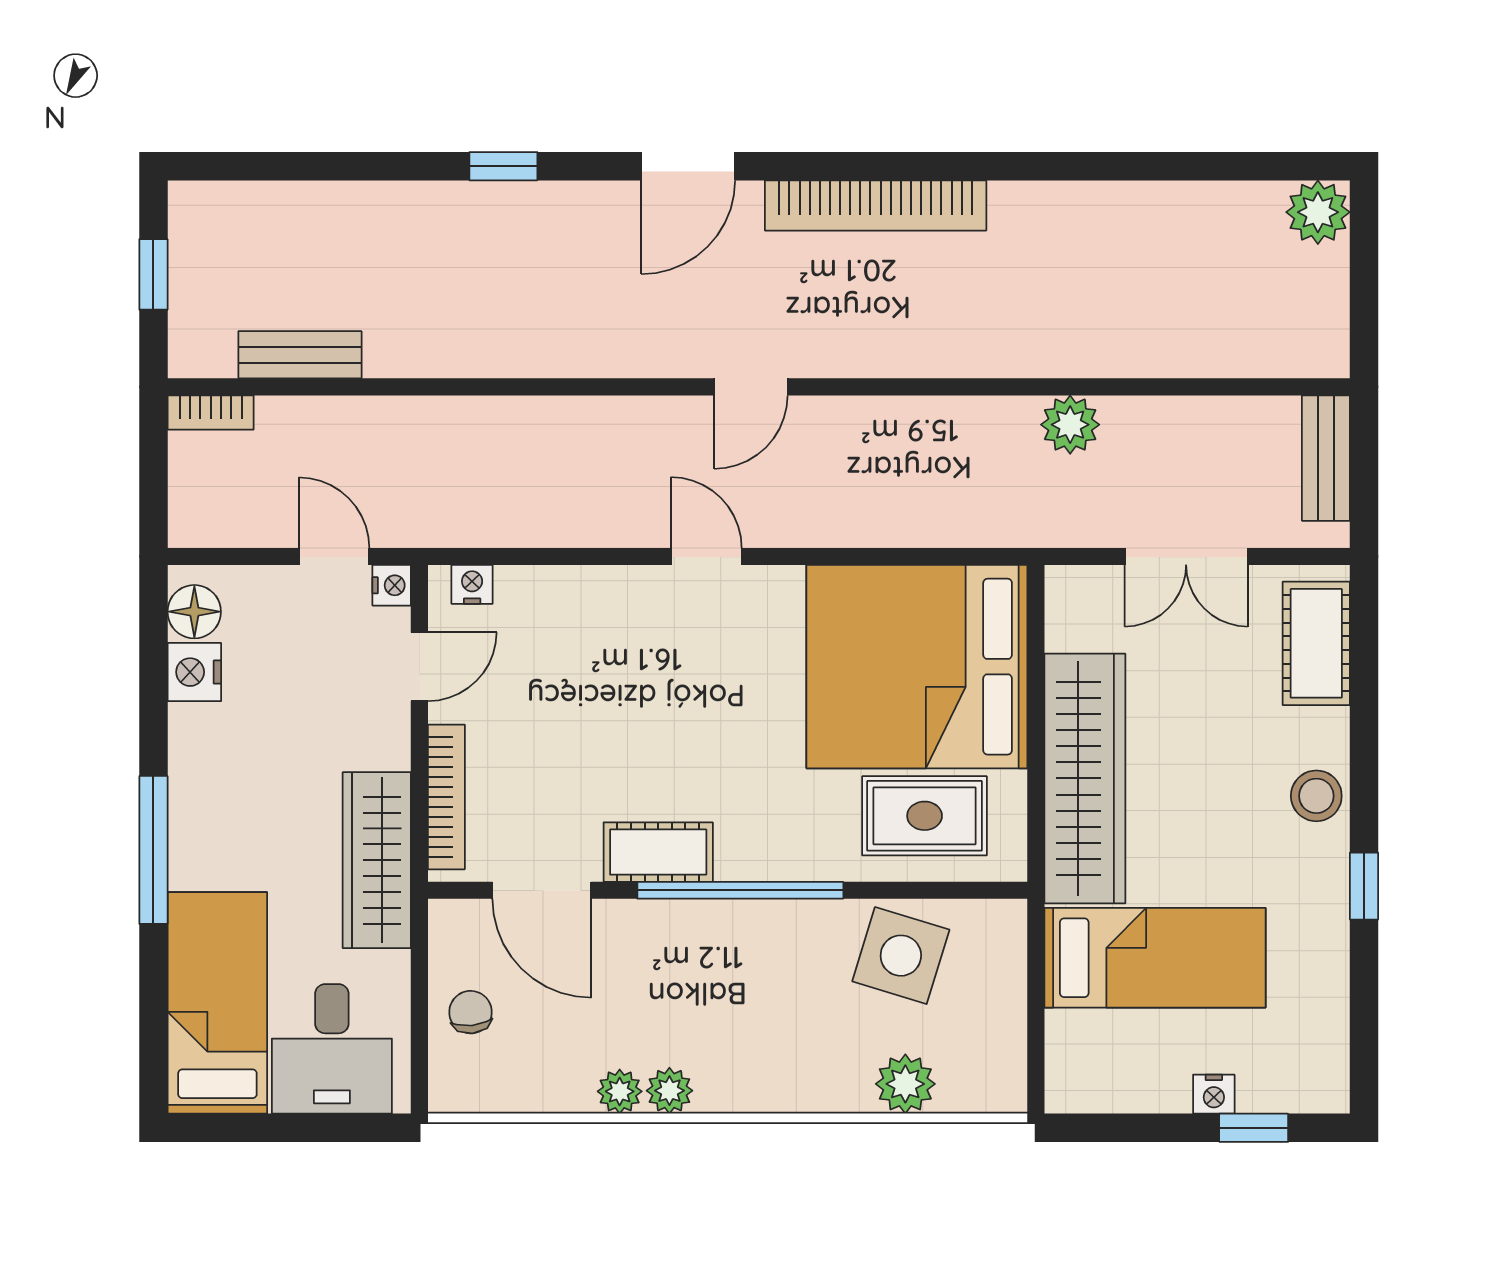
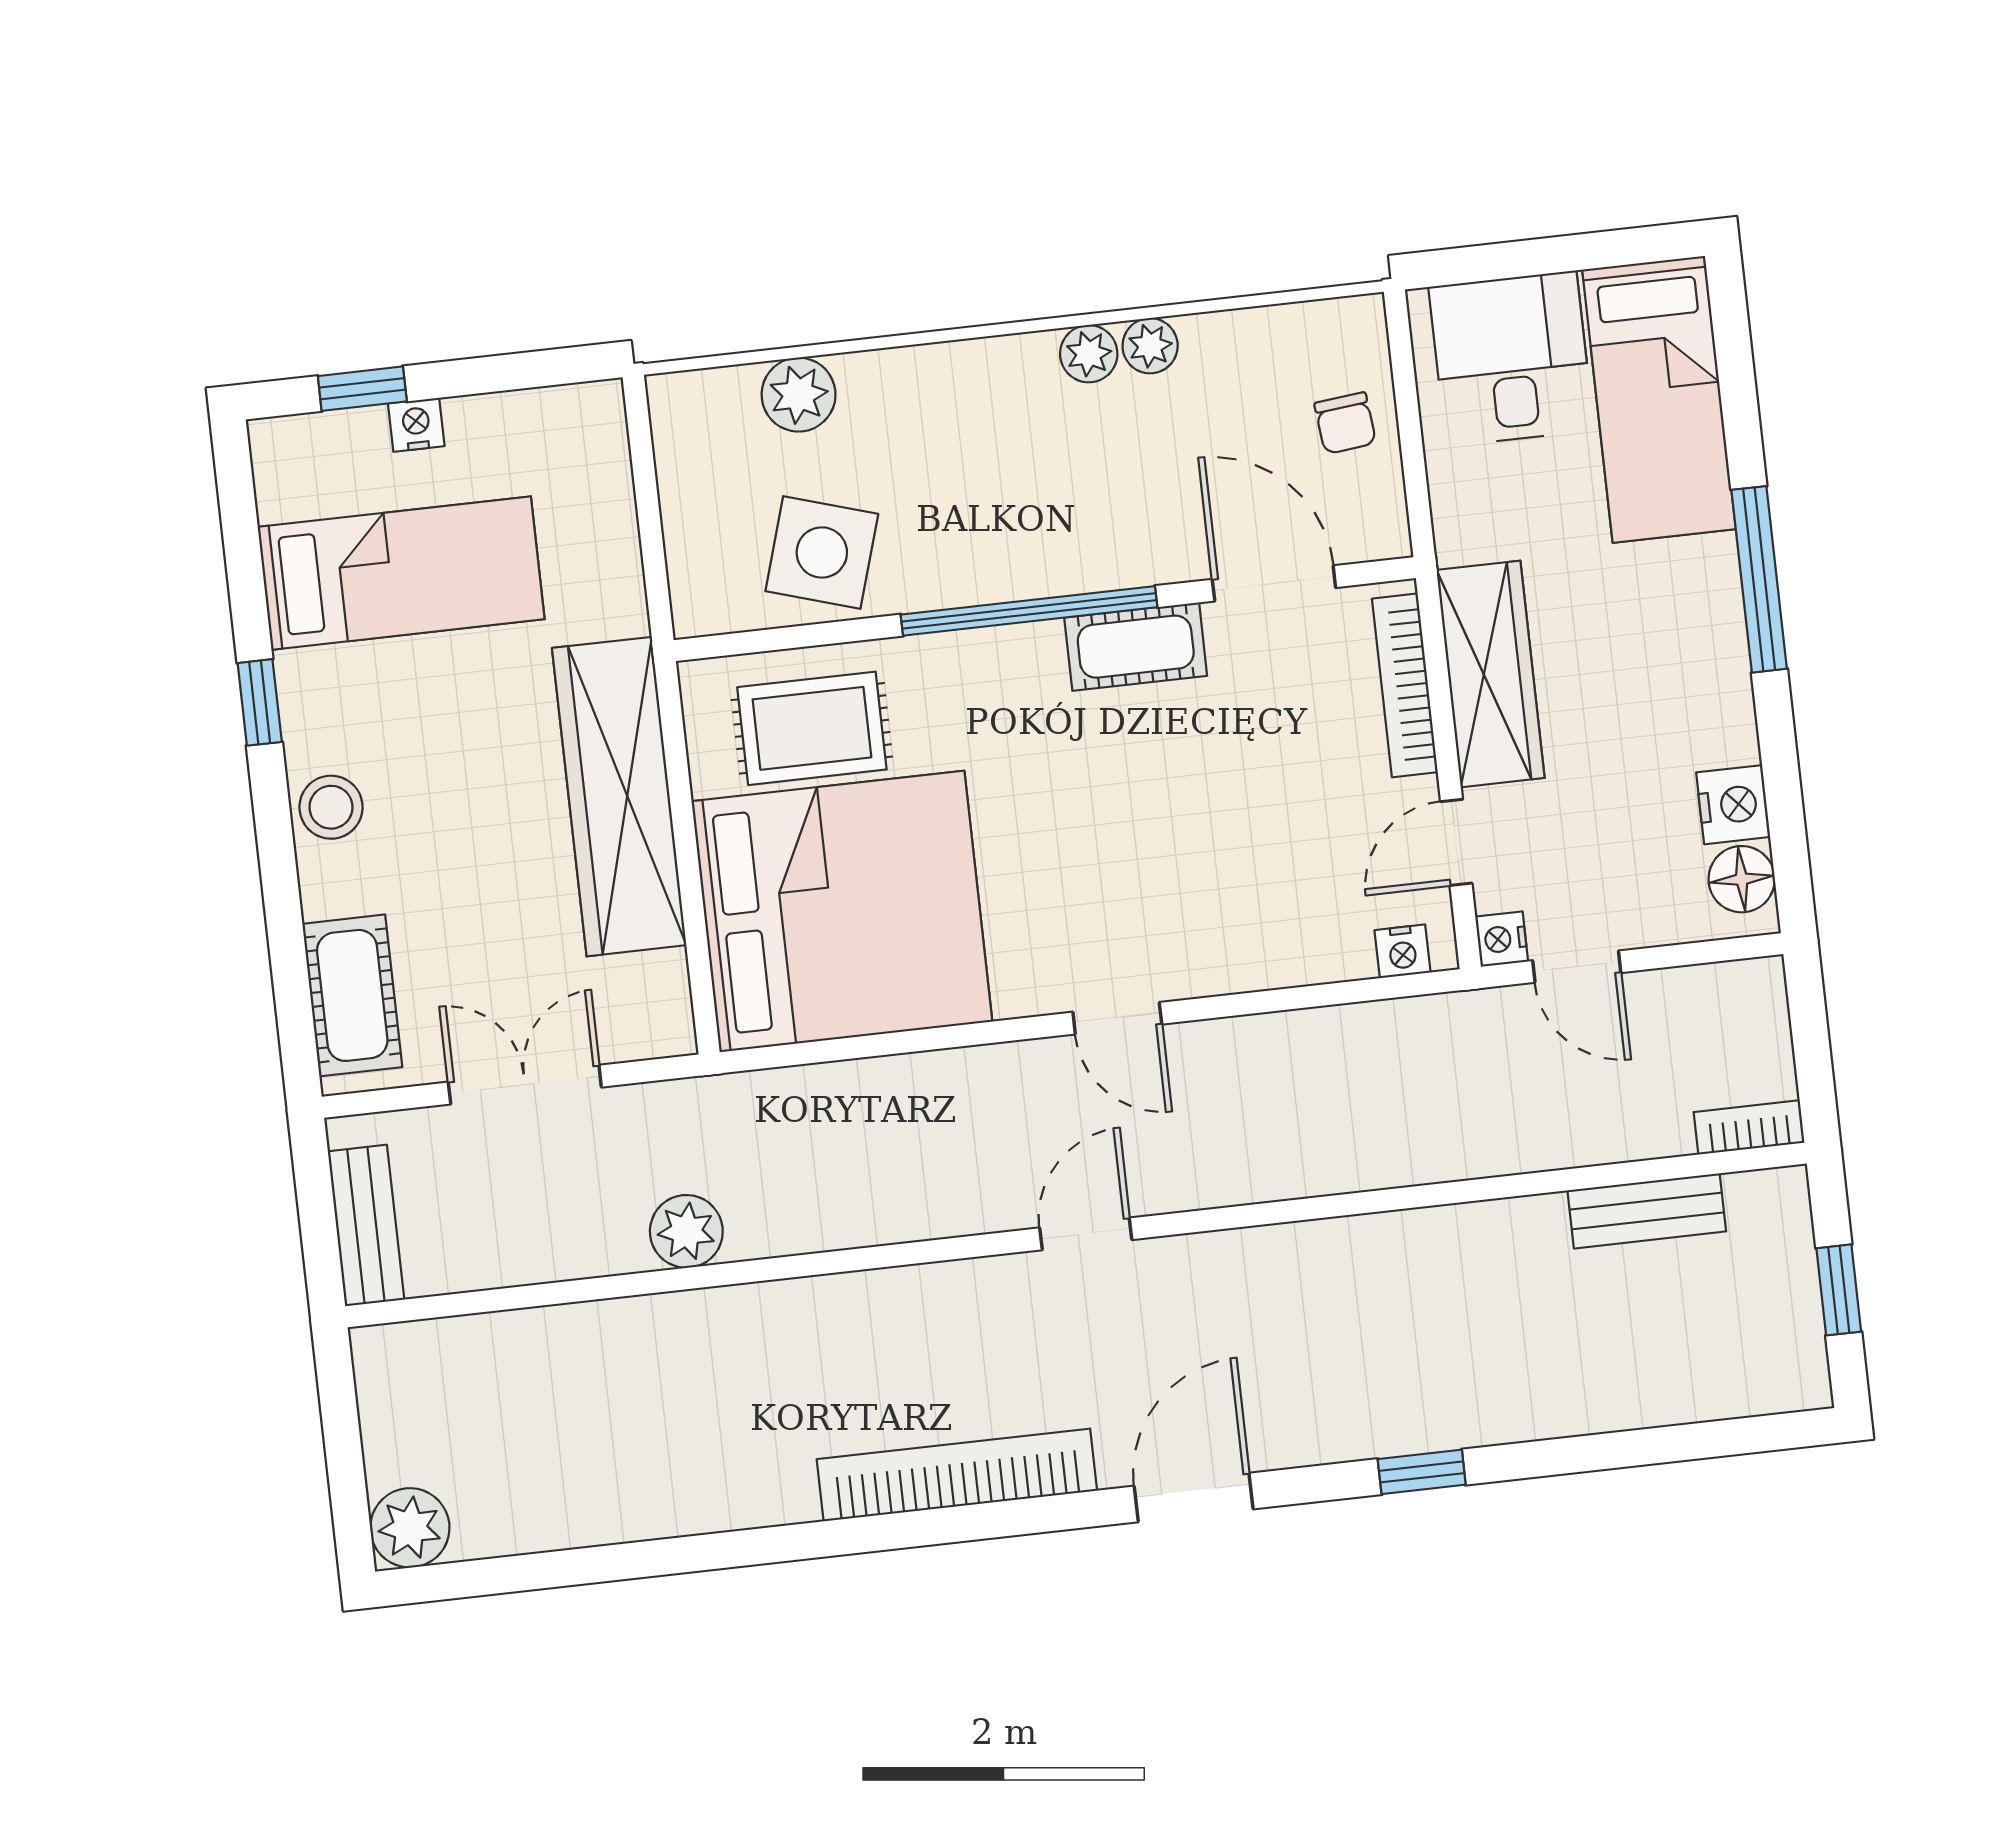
wardrobe: (377, 860) -> (1491, 674), moved
bed: (1155, 958) -> (401, 573), moved, turned 180

